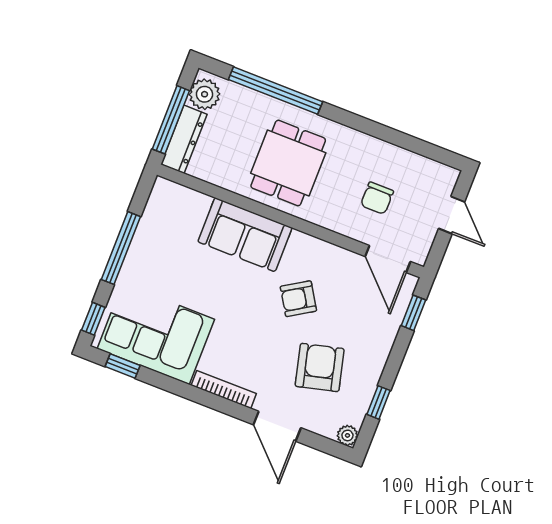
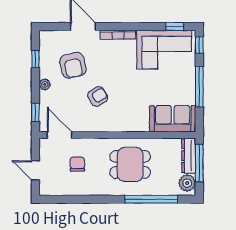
dining table: (288, 163) -> (130, 164), turned 90
sofa: (245, 235) -> (173, 119), moved
plant: (347, 435) -> (45, 84), moved

